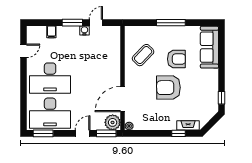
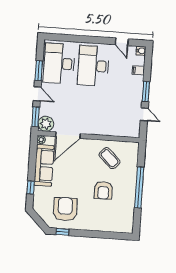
window: (171, 23) -> (139, 187), width x1.46
water cooler: (84, 31) -> (141, 51), moved
sofa: (209, 47) -> (44, 165), moved, turned 90
armchair: (169, 88) -> (65, 209), moved
door: (123, 99) -> (68, 135), swing flipped
fireplace: (188, 125) -> (38, 197), removed
window: (43, 133) -> (39, 71), moved

